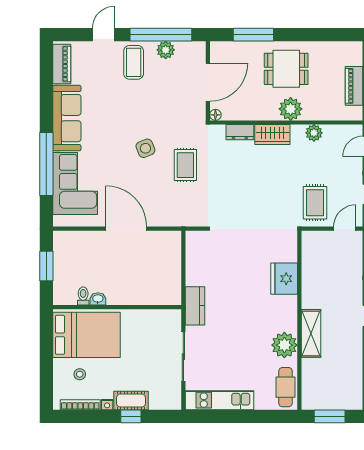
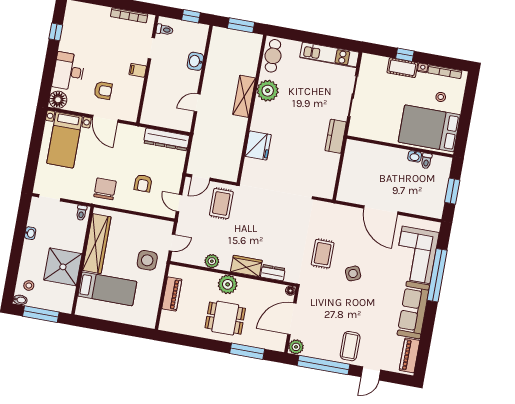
plant: (166, 50) -> (296, 347), moved

